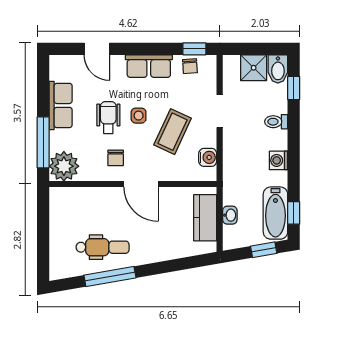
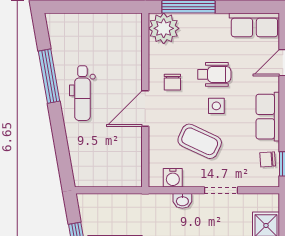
row of seats: (61, 105) -> (254, 25), moved
chair: (116, 158) -> (172, 82), turned -90
washbasin: (230, 215) -> (182, 201), moved
kitchen counter: (205, 218) -> (110, 175), removed
dental chair: (103, 247) -> (82, 93), moved

